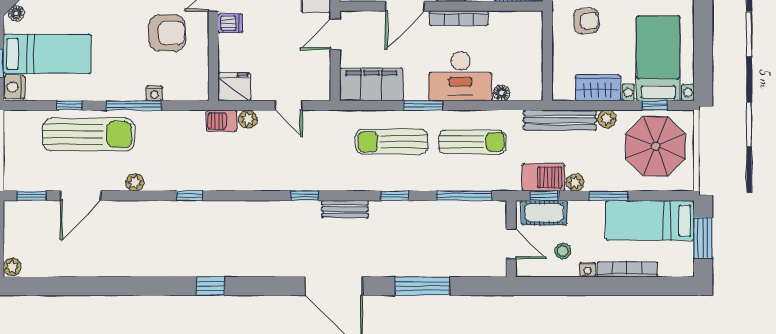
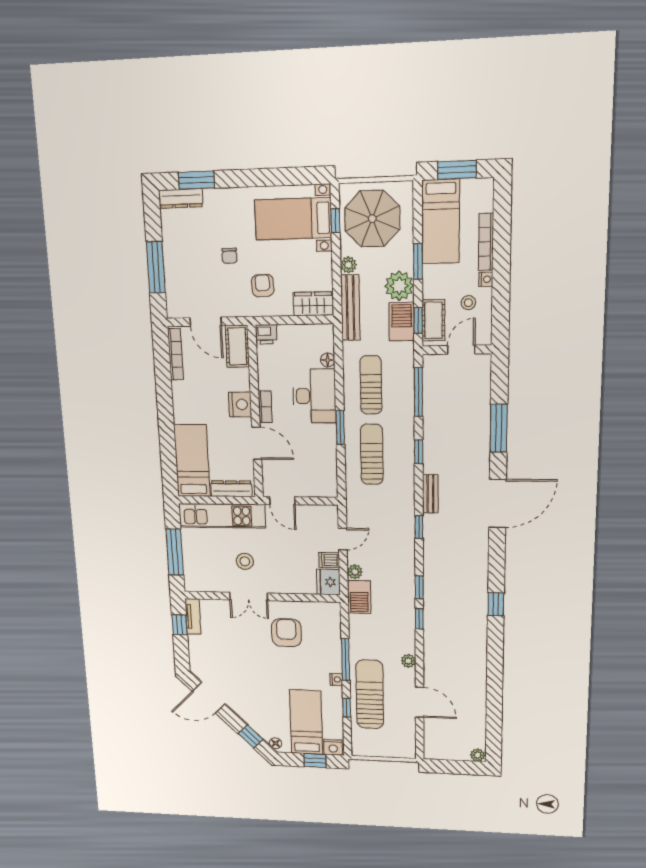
bookcase: (459, 18) -> (265, 407), width x0.64
dishwasher: (230, 23) -> (329, 560), moved, turned -90
printer: (532, 23) -> (266, 334), added
filing cabinet: (371, 84) -> (323, 471), removed
wardrobe: (598, 88) -> (313, 304), moved, turned 90
nightstand: (154, 93) -> (336, 679), moved
barbecue: (222, 121) -> (359, 597), width x1.38, depth x1.27
sun lounger: (392, 142) -> (372, 454), turned 180
plant: (575, 183) -> (399, 286), width x1.87, depth x1.87
window: (32, 196) -> (419, 587), moved

